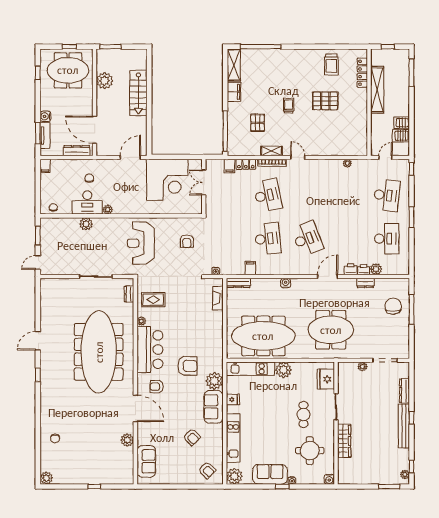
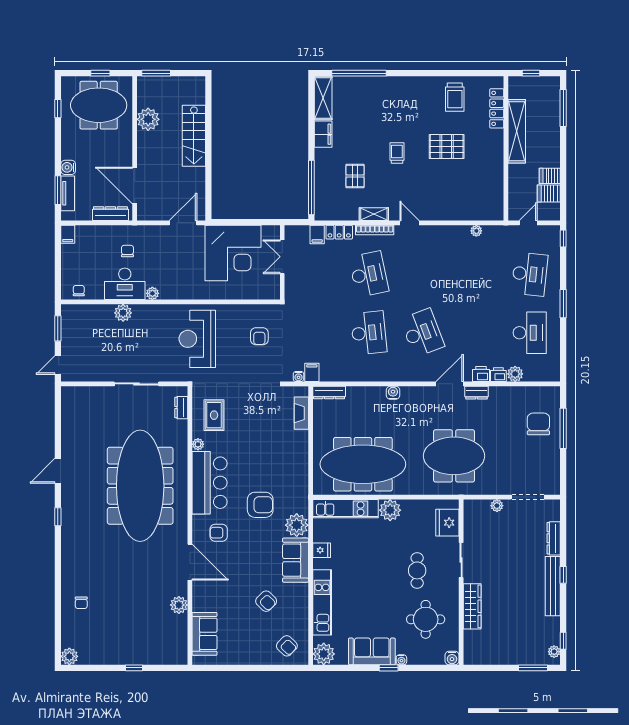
filing cabinet: (250, 268) -> (312, 372), moved
dresser: (365, 283) -> (477, 393), moved
rug: (153, 300) -> (214, 415), turned 90

